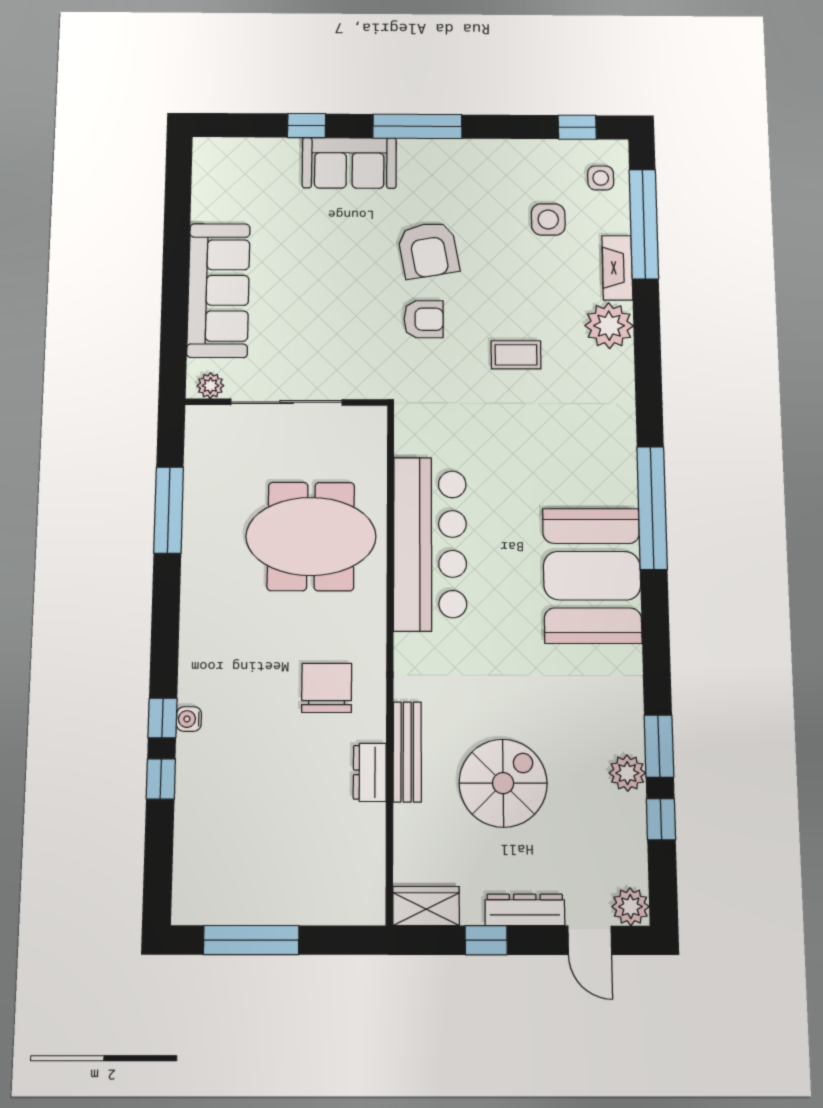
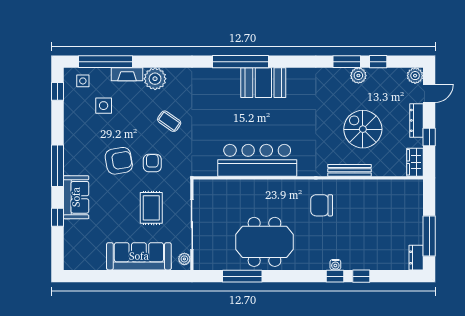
rug: (325, 316) -> (151, 208), added
coffee table: (516, 355) -> (169, 121), turned -55
meeting table: (311, 536) -> (264, 242), moved, turned 90
booth: (592, 576) -> (263, 83), width x0.73, depth x0.70
dresser: (370, 772) -> (416, 258), moved, turned 90

